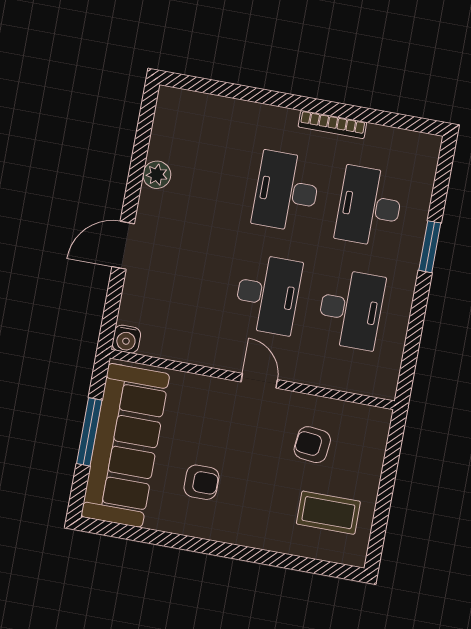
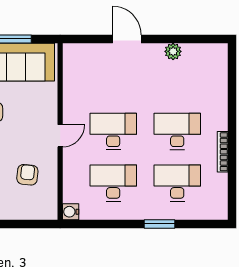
desk: (268, 294) -> (113, 131), turned 180
desk: (351, 309) -> (113, 183), turned 180
water cooler: (126, 339) -> (71, 212), moved

